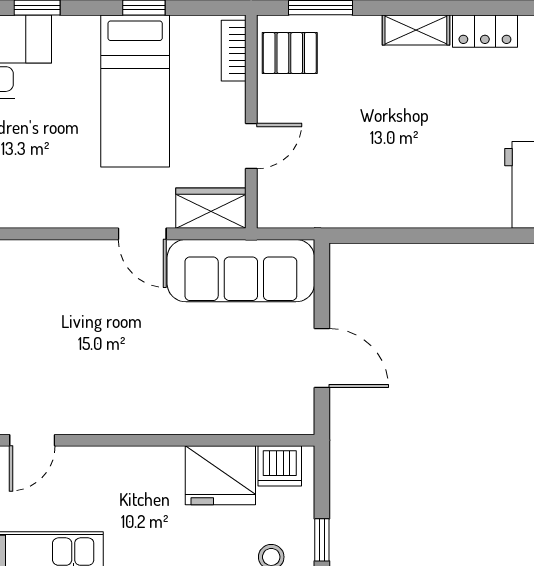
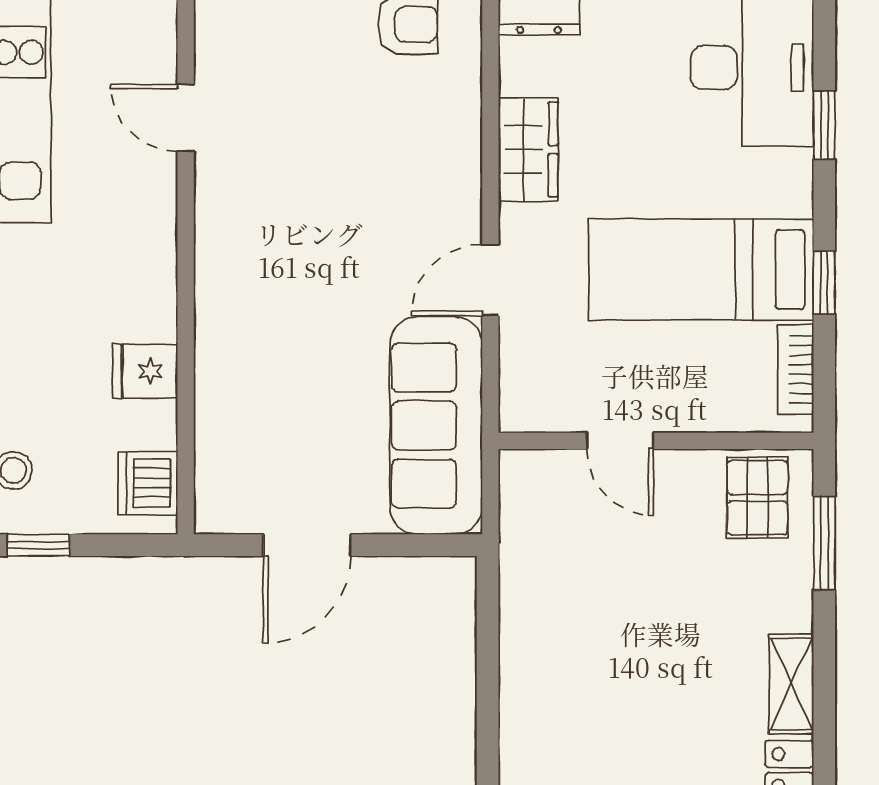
bookcase: (234, 51) -> (796, 369), moved, turned -90
wardrobe: (211, 208) -> (528, 150), moved
fridge: (220, 475) -> (145, 371), width x0.53, depth x0.75

